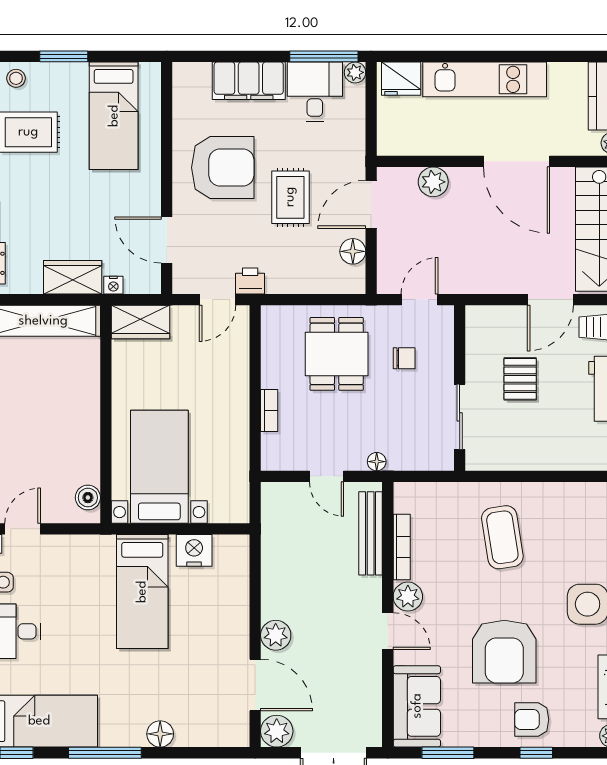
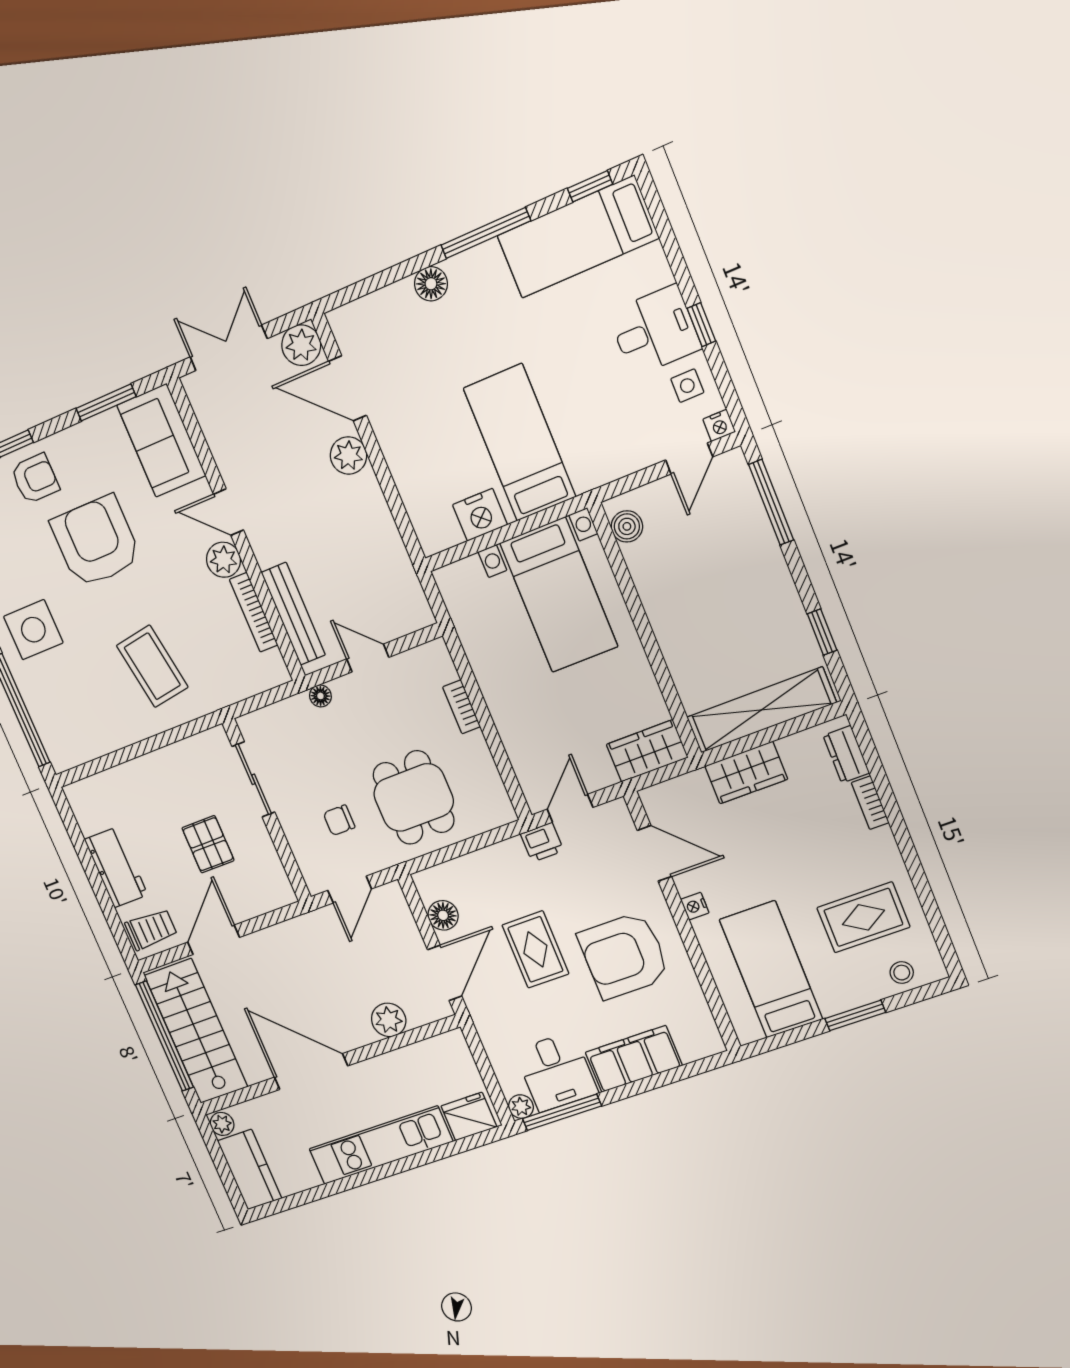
nightstand: (113, 285) -> (695, 906), moved, turned -90

